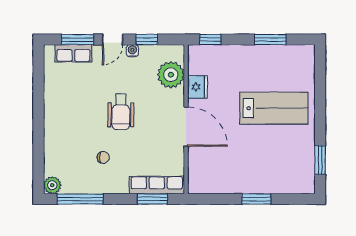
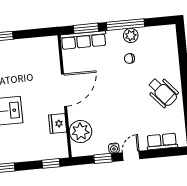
window: (77, 39) -> (160, 153), removed
wheelchair: (121, 112) -> (162, 92), moved, turned 139
door: (186, 127) -> (64, 90), swing flipped
plant: (52, 185) -> (131, 35), moved
window: (80, 199) -> (126, 25), moved

